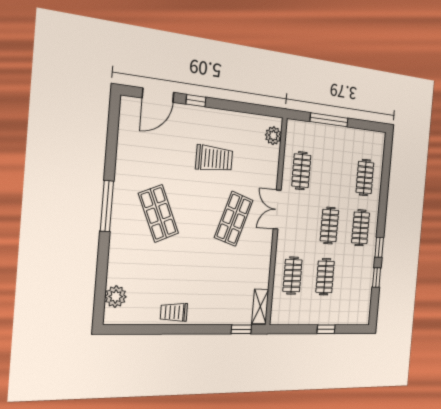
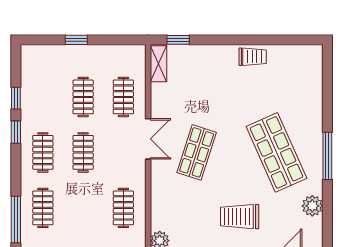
trolley: (214, 159) -> (240, 217), moved
window: (386, 169) -> (16, 219), added
double door: (277, 209) -> (148, 139), moved
shop shelf: (158, 213) -> (276, 152), width x1.43, depth x1.36
plant: (116, 297) -> (312, 206), moved

